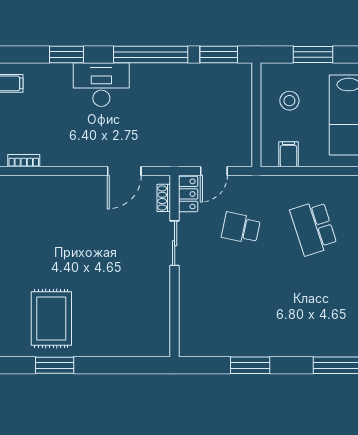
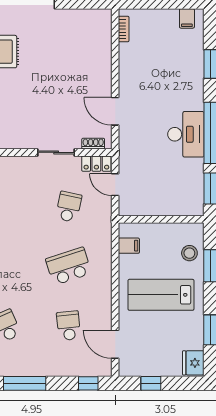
desk: (101, 85) -> (186, 134), moved
stool: (289, 101) -> (189, 253), moved

